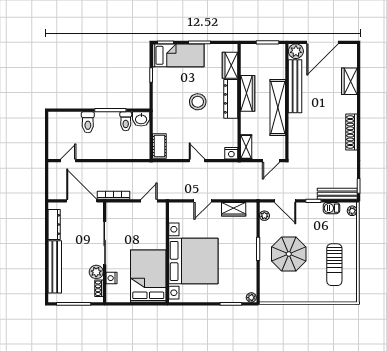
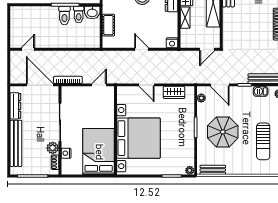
toilet: (88, 122) -> (64, 15), moved
cot: (159, 146) -> (108, 25), moved
shelving: (246, 147) -> (185, 18), moved
door: (203, 201) -> (147, 85), hinge flipped
bench: (277, 297) -> (213, 170), added

